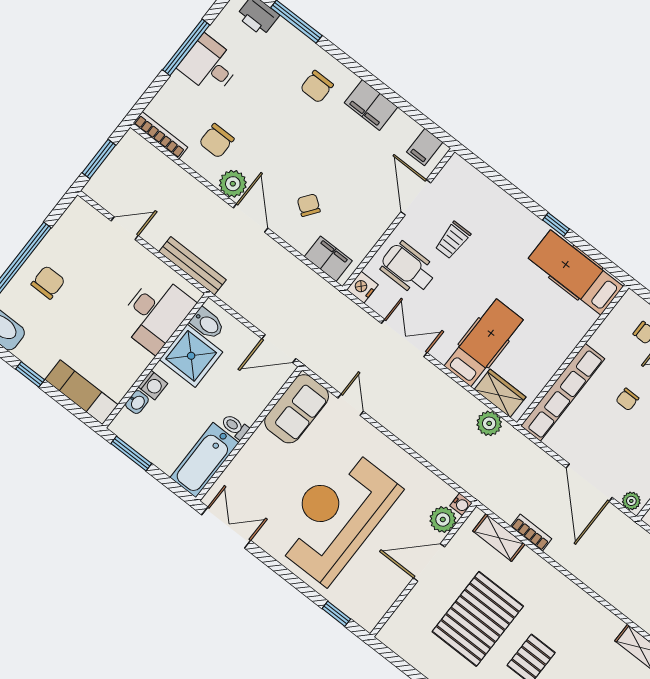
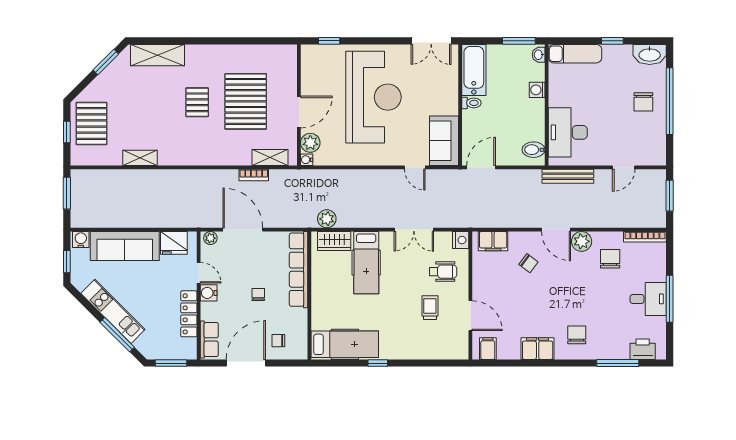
wheelchair: (408, 268) -> (443, 272), width x0.73, depth x0.73
shower: (191, 356) -> (528, 124), removed
washbasin: (137, 402) -> (539, 55), moved

